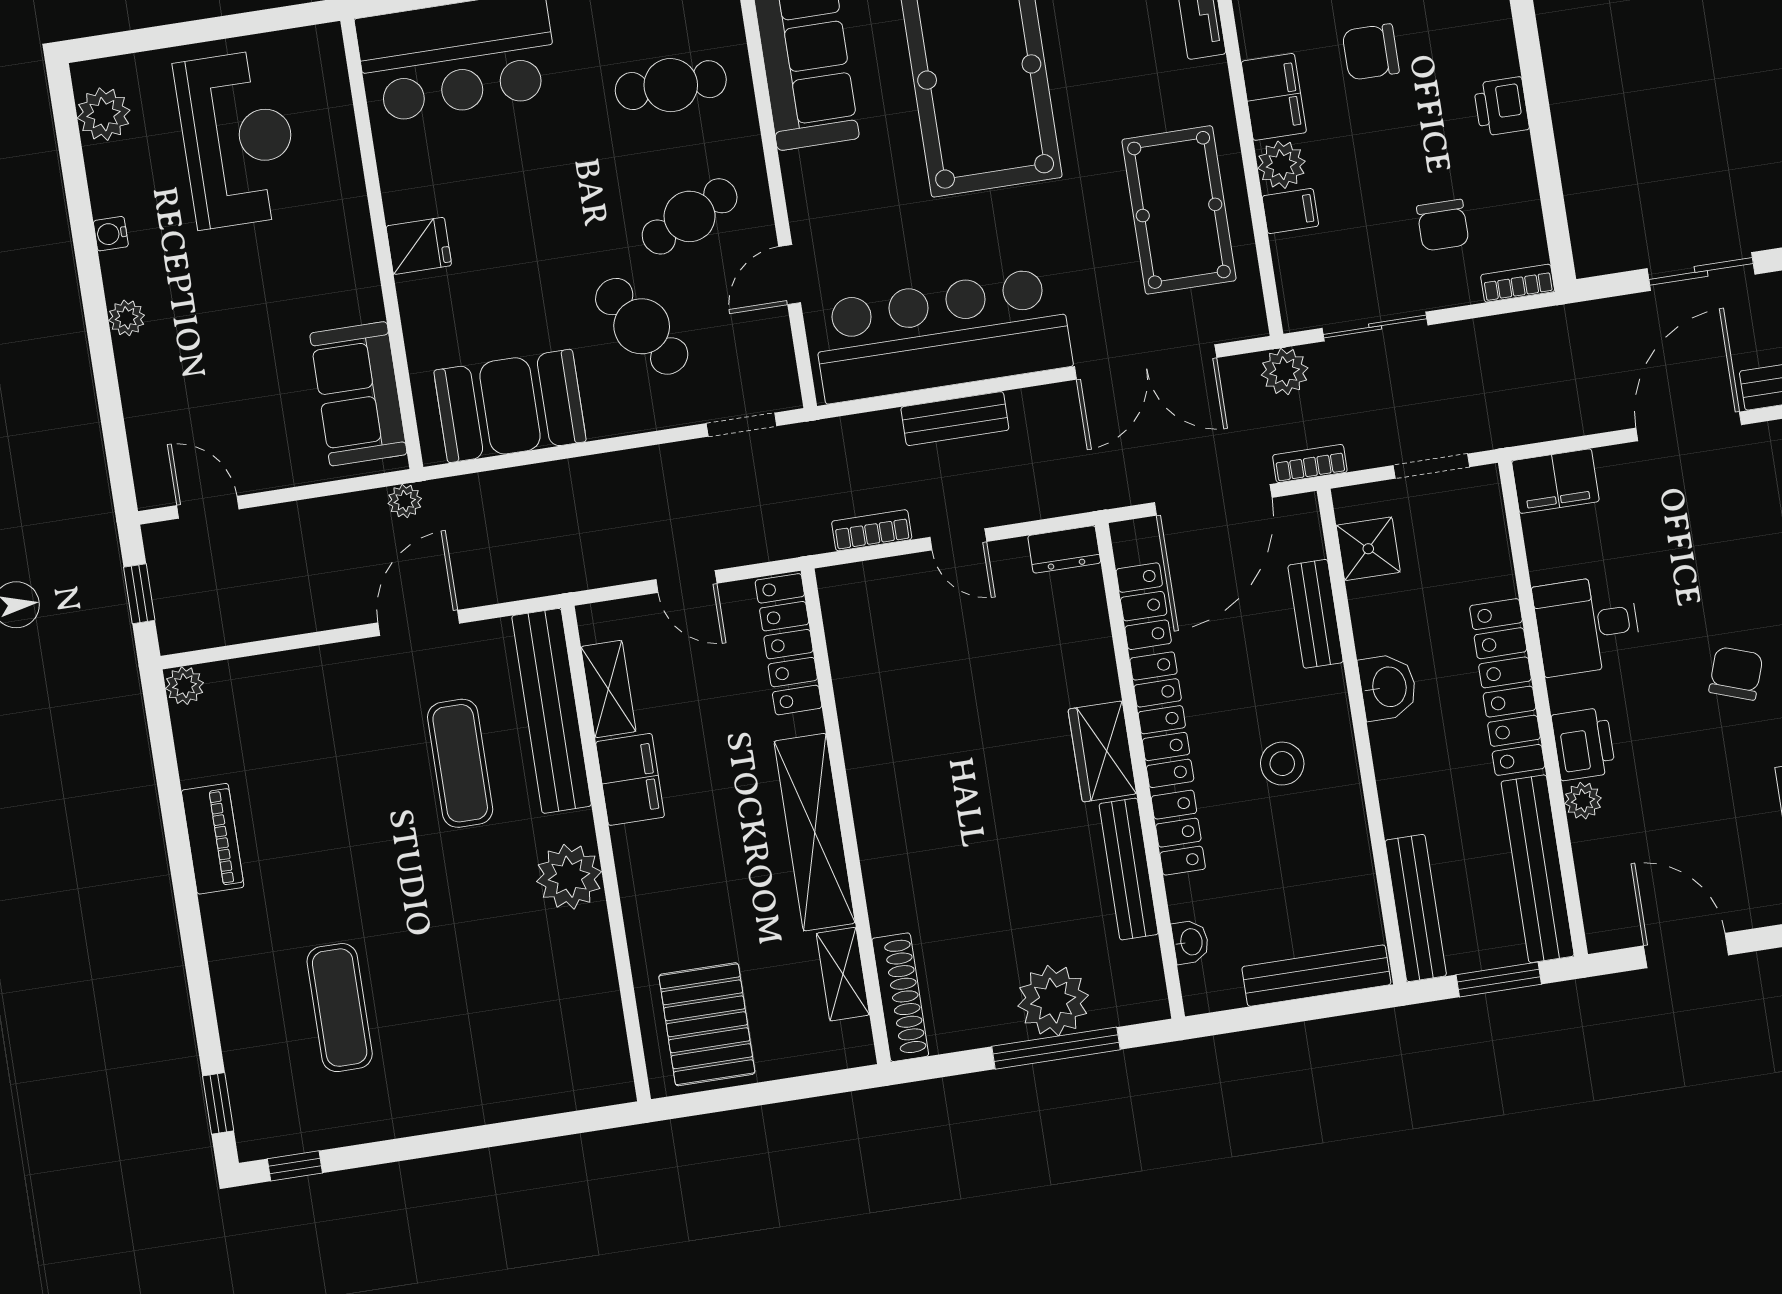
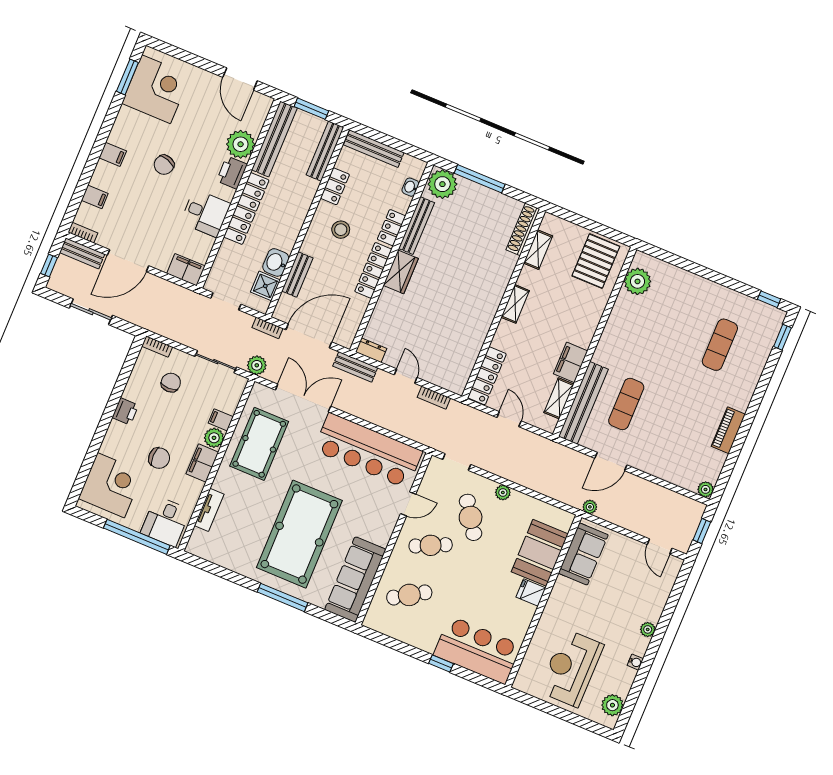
cafe table: (671, 85) -> (409, 595), turned -32
booth: (510, 406) -> (540, 553), moved, turned 90
bench: (955, 419) -> (355, 367), moved
plant: (606, 420) -> (503, 492), added
locker: (1144, 606) -> (335, 186), moved, turned 180
washbasin: (1388, 687) -> (276, 262), moved
plant: (1583, 801) -> (241, 144), width x1.87, depth x1.87
shelving: (815, 832) -> (515, 304), width x0.45, depth x0.75
plant: (569, 877) -> (637, 281), moved
plant: (1053, 1001) -> (442, 184), moved

